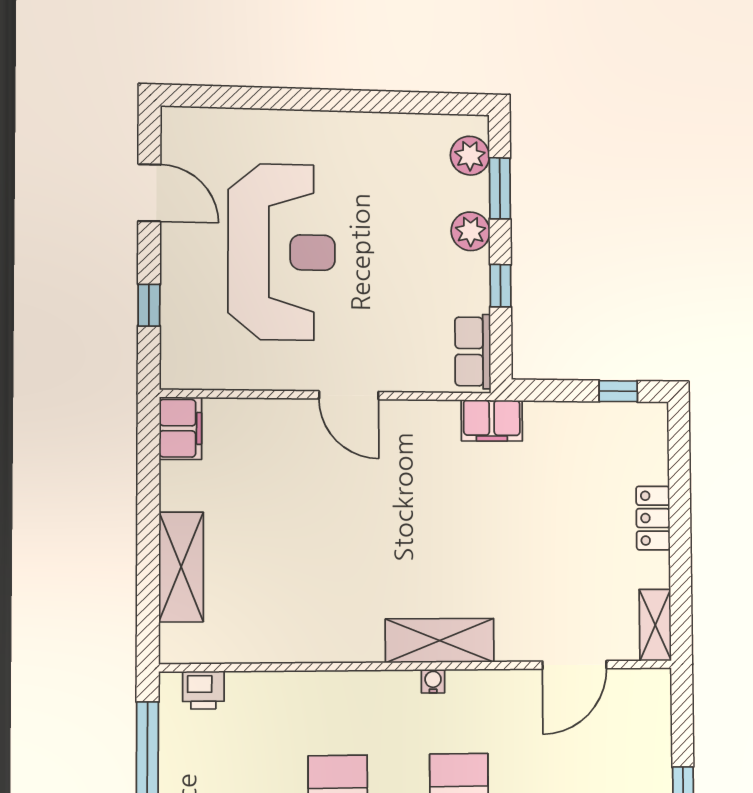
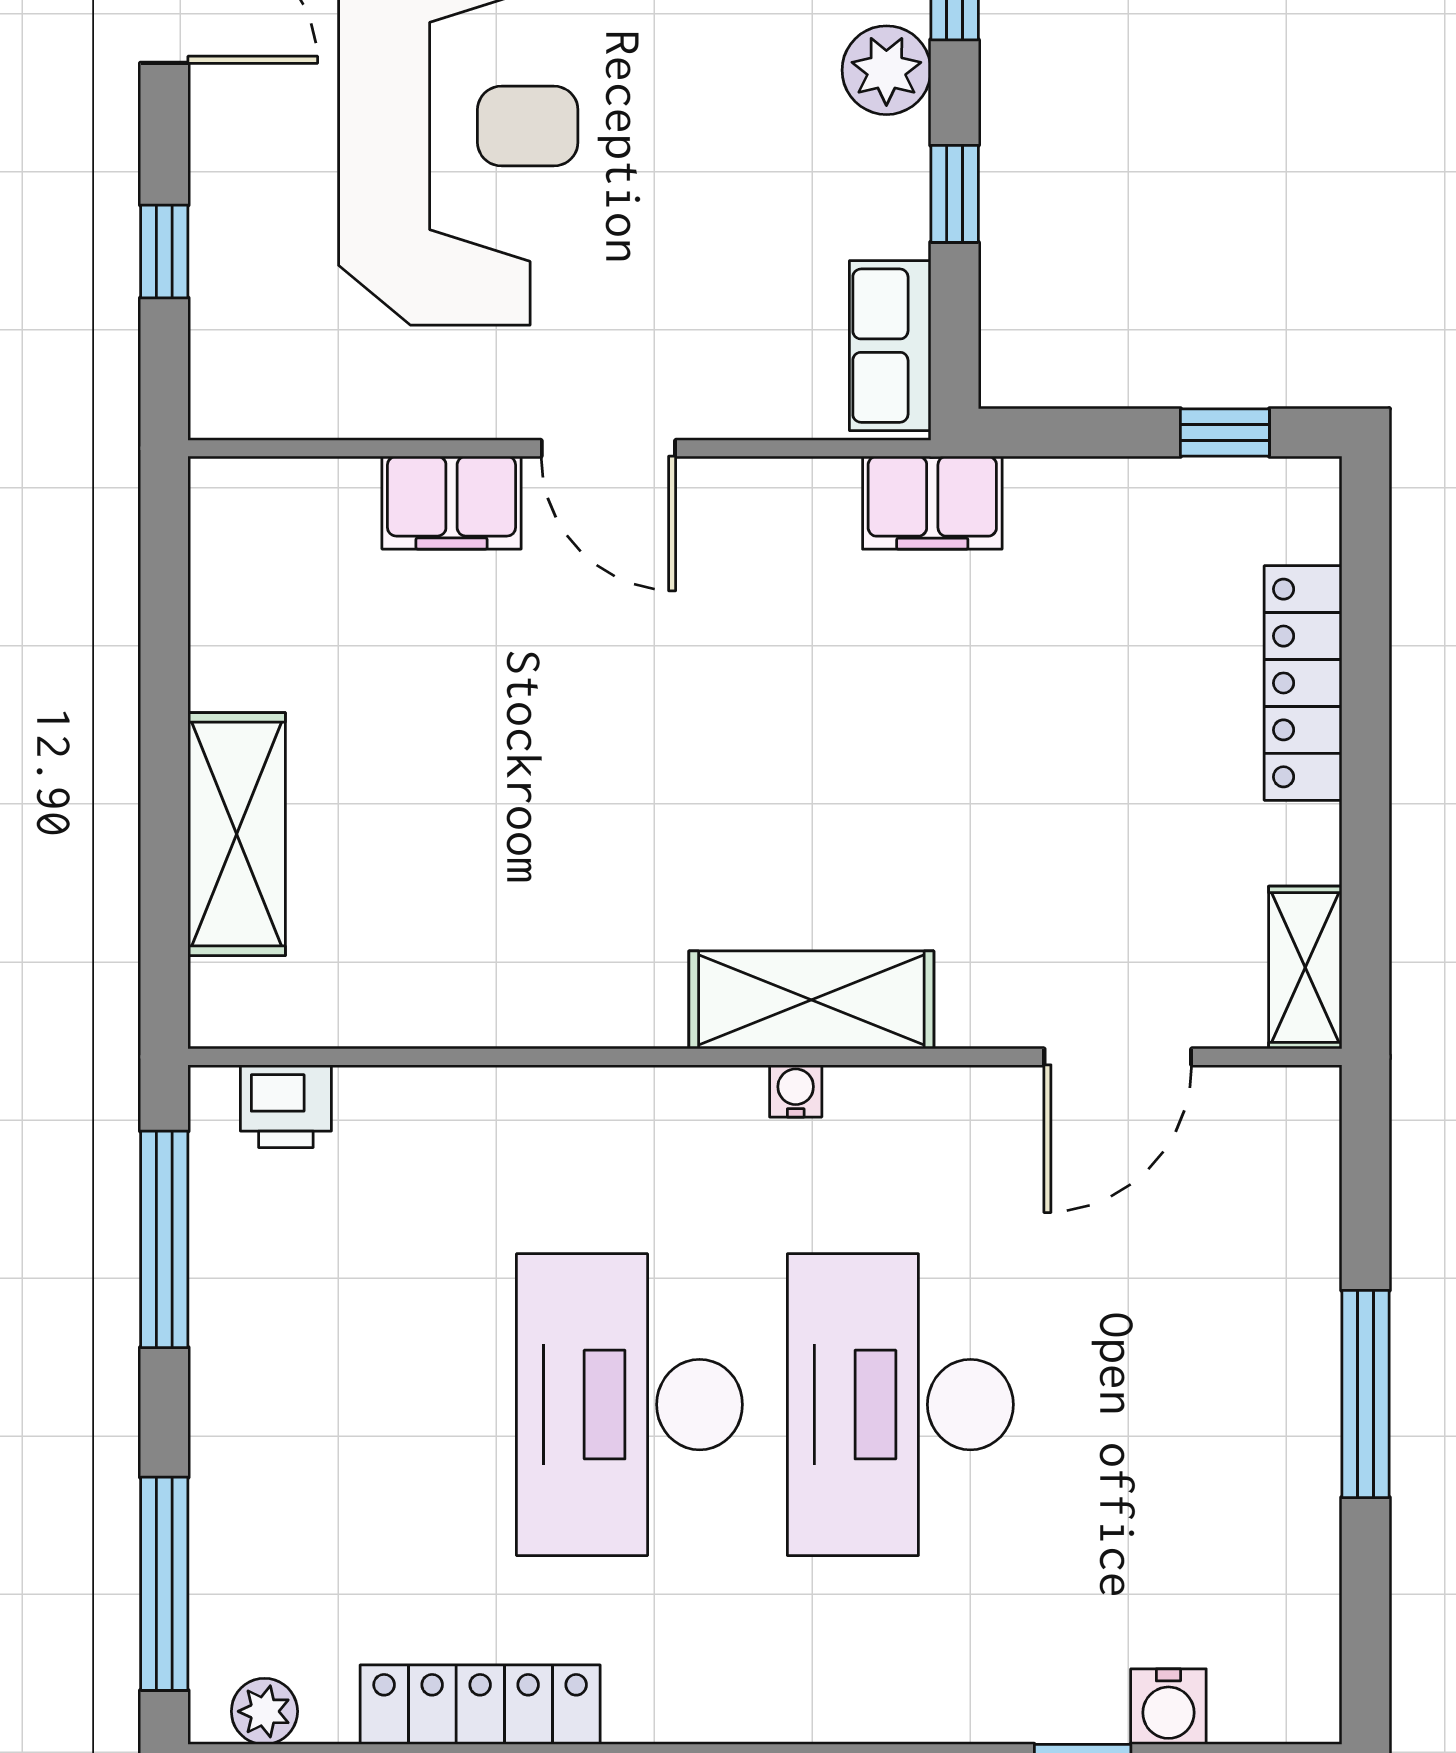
filing cabinet: (180, 428) -> (452, 503), moved, turned 90
locker: (653, 518) -> (1303, 683), width x1.53

